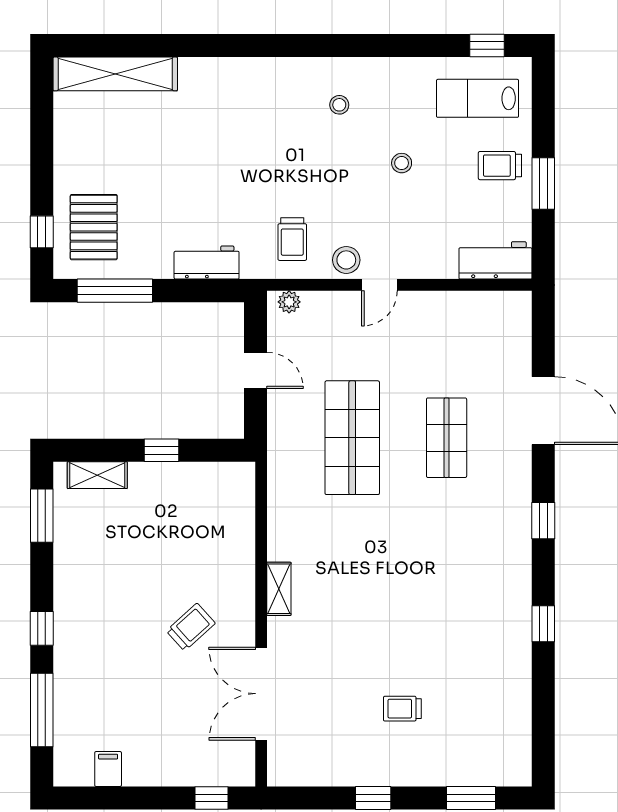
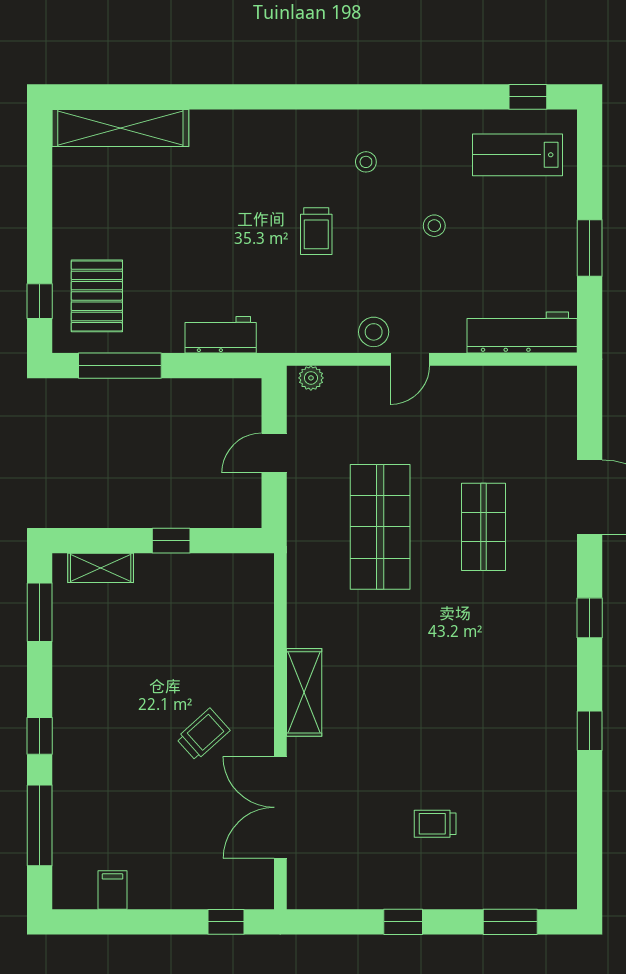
trolley: (500, 166) -> (542, 228), removed
trolley: (292, 239) -> (316, 231), moved
workbench: (495, 260) -> (522, 332), width x1.38
door: (255, 370) -> (274, 453), swing flipped
shelving: (279, 589) -> (304, 692), width x1.50, depth x1.33

